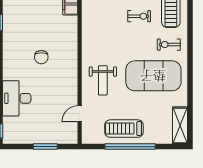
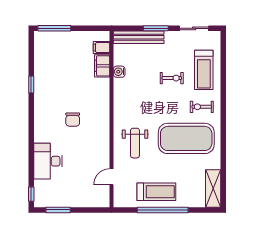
water cooler: (87, 10) -> (119, 72), added
treadmill: (124, 129) -> (156, 192), turned 180
window: (45, 147) -> (58, 210), moved

